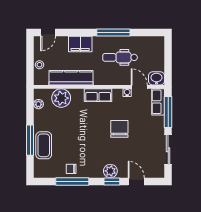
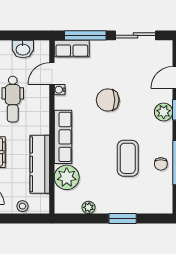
washbasin: (156, 78) -> (23, 49), moved, turned -90
row of seats: (98, 95) -> (63, 137), width x1.48
plant: (39, 104) -> (89, 207), moved
window: (30, 140) -> (123, 219), width x0.69
coffee table: (44, 145) -> (128, 158), moved, turned 90

